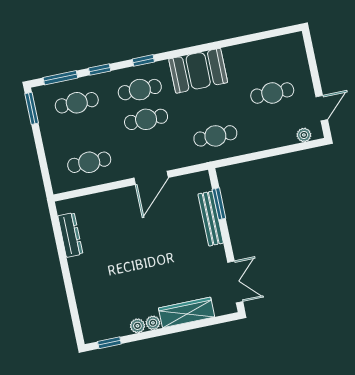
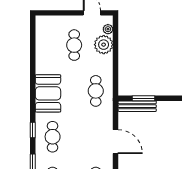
cafe table: (146, 119) -> (74, 137), removed
plant: (281, 133) -> (104, 45), added
bench: (211, 219) -> (137, 106), moved

